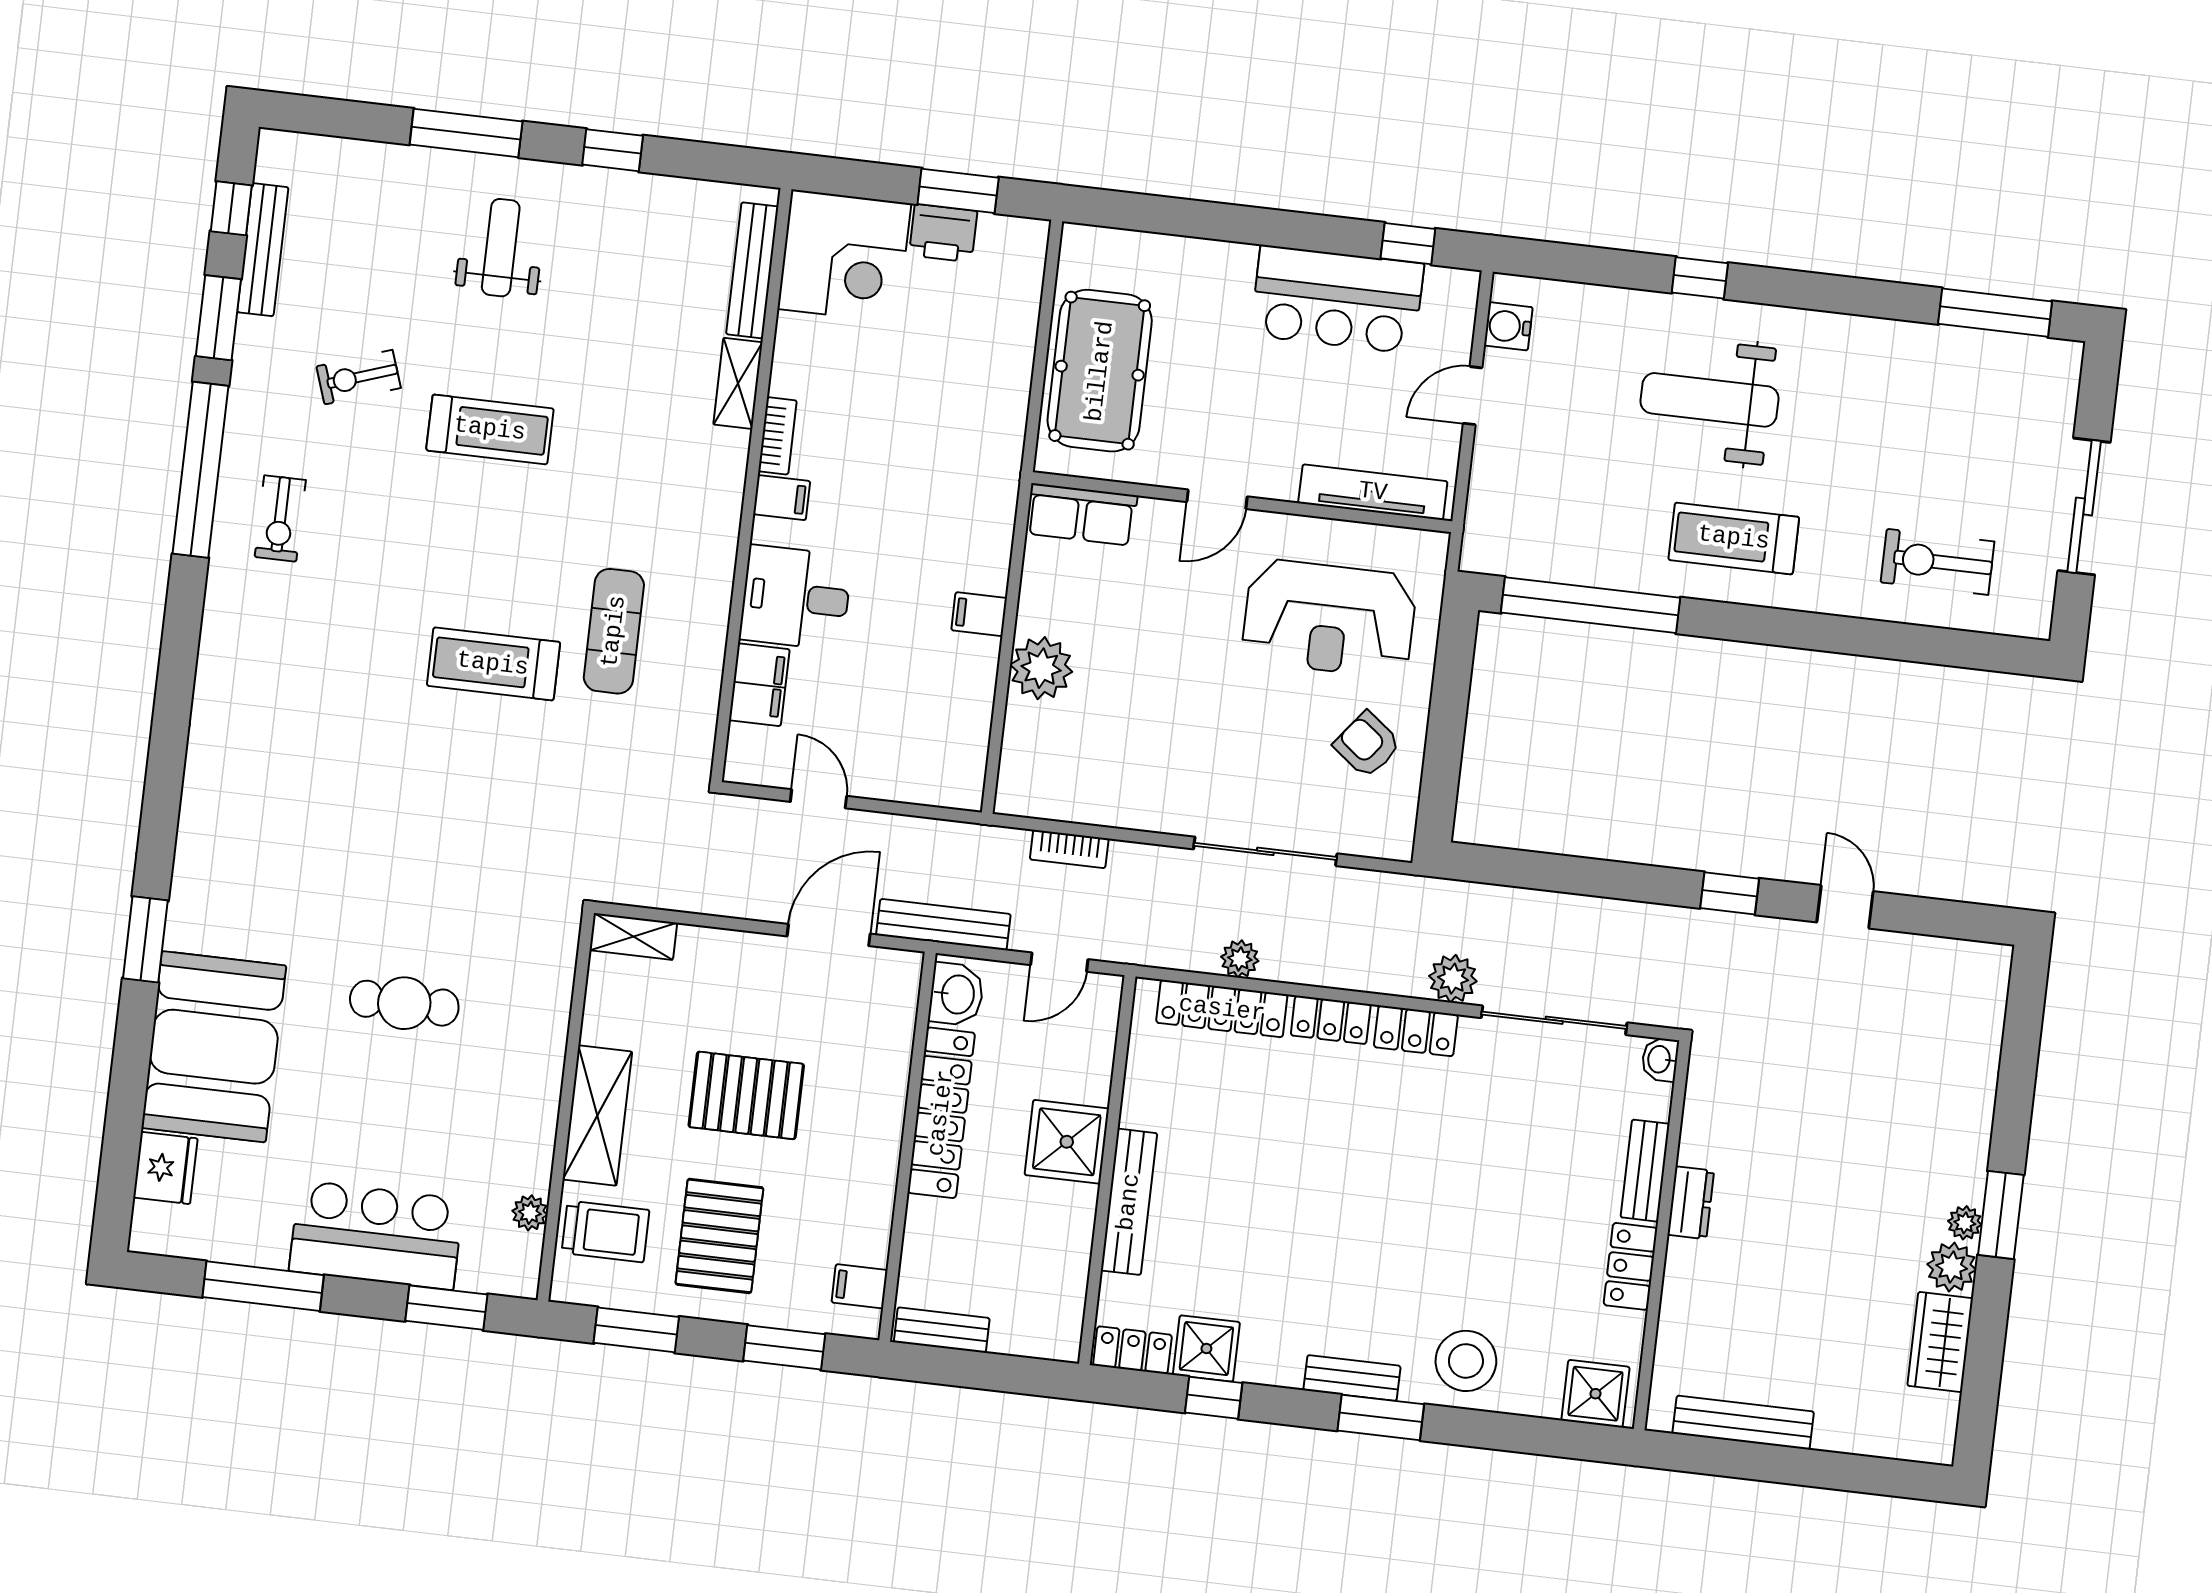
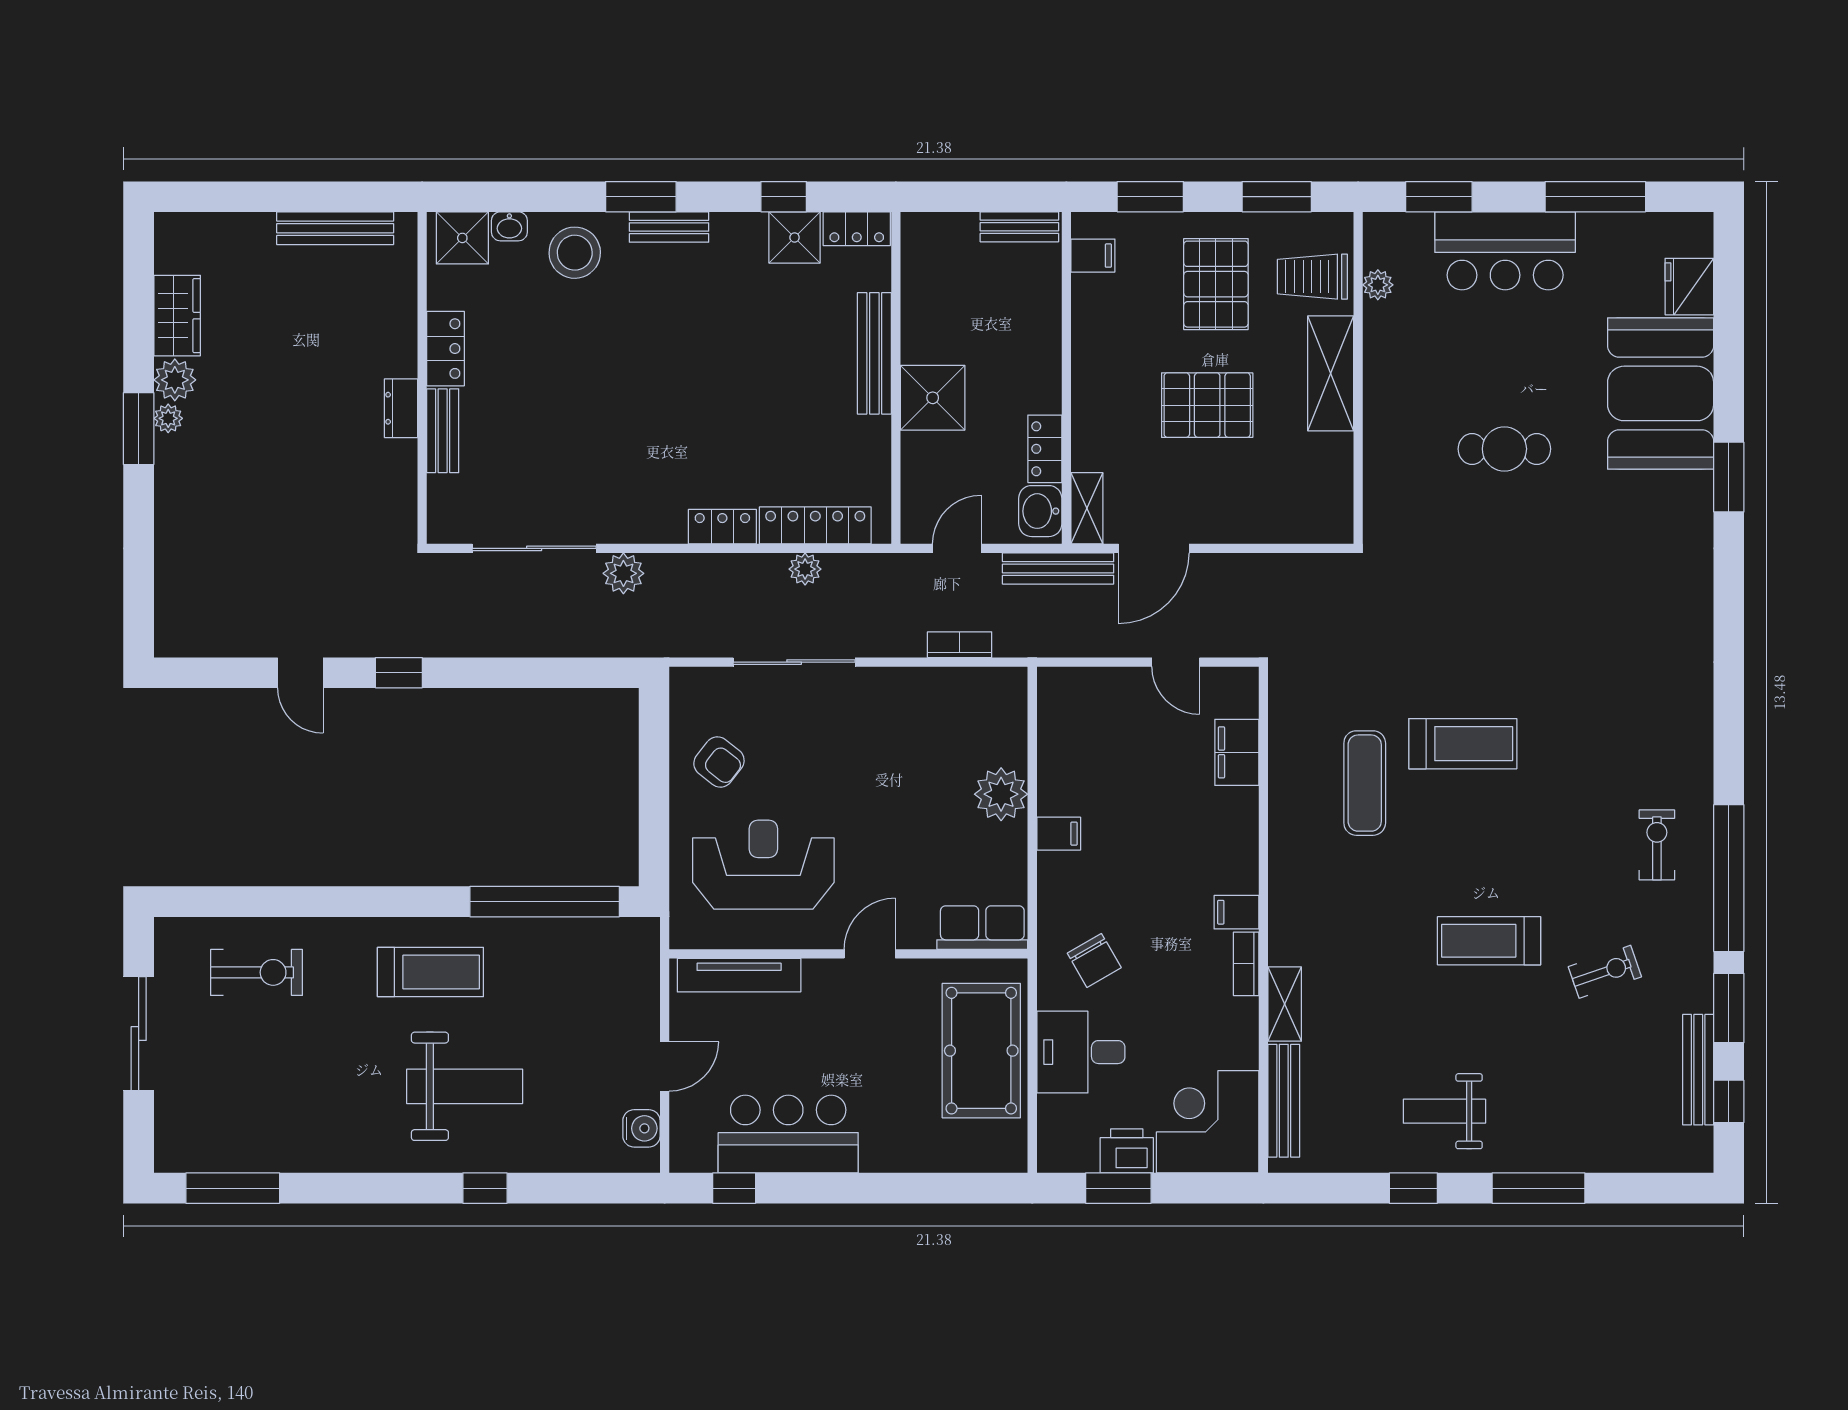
weight bench: (501, 248) -> (1444, 1111), moved, turned 90
chair: (955, 461) -> (1094, 960), added
desk: (796, 598) -> (1081, 1052), moved, turned 180
shelving: (633, 936) -> (1087, 508), moved, turned 90
locker: (1416, 1031) -> (650, 526), removed
washbasin: (1660, 1059) -> (509, 226), moved, turned 90
locker: (941, 1113) -> (1045, 449), width x0.46, depth x0.83

